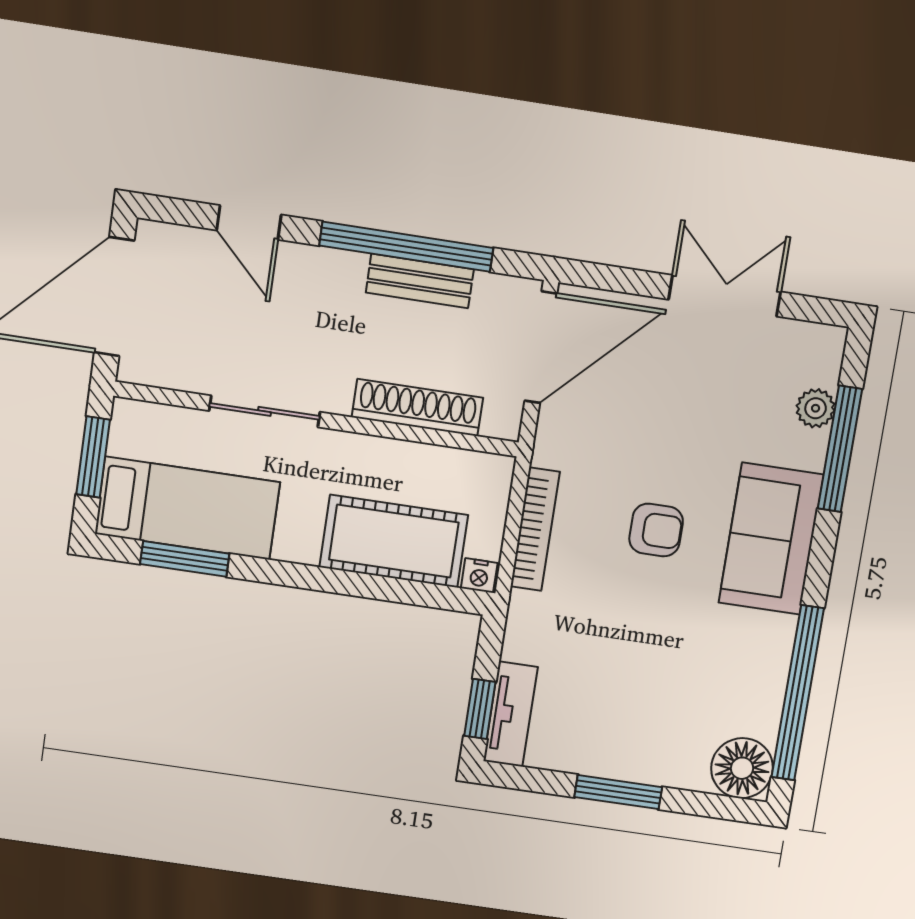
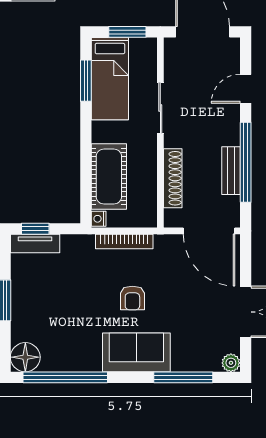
plant: (816, 408) -> (231, 363), moved

